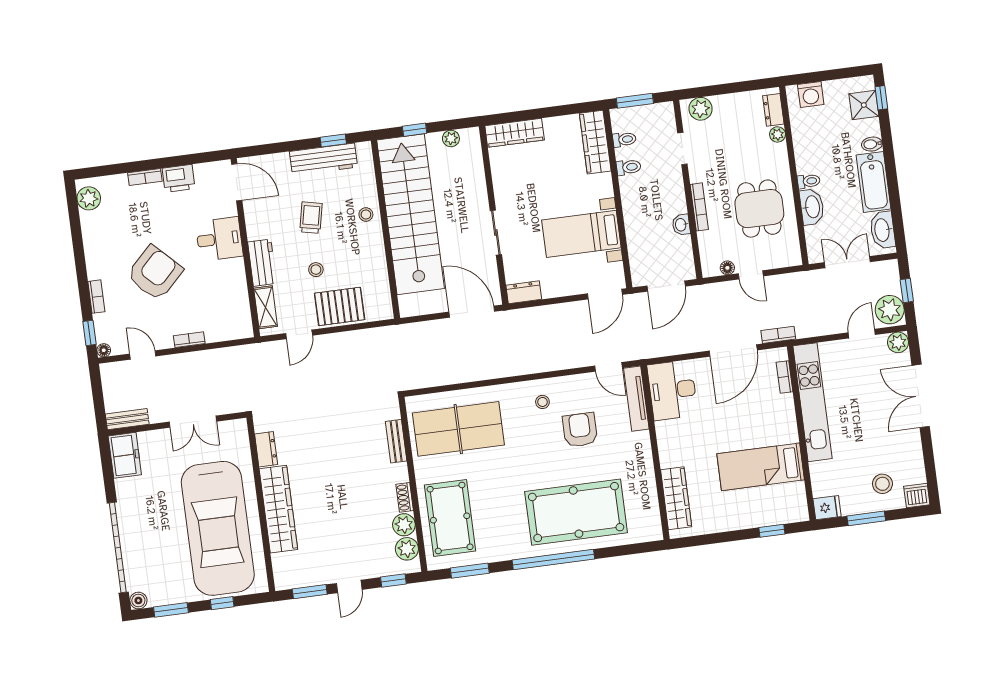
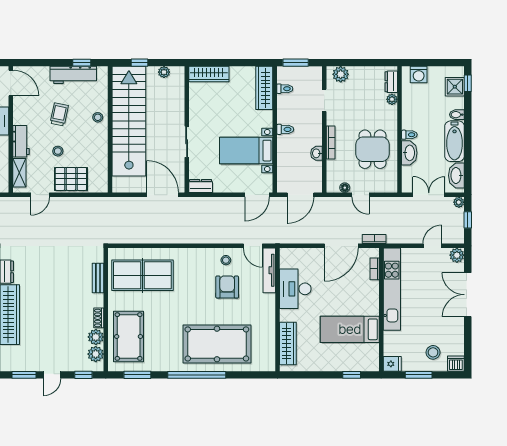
toilet: (629, 167) -> (285, 129), moved
plant: (890, 310) -> (459, 202), moved, width x0.53, depth x0.53
desk: (672, 390) -> (295, 289), moved
stool: (542, 402) -> (226, 260), moved

